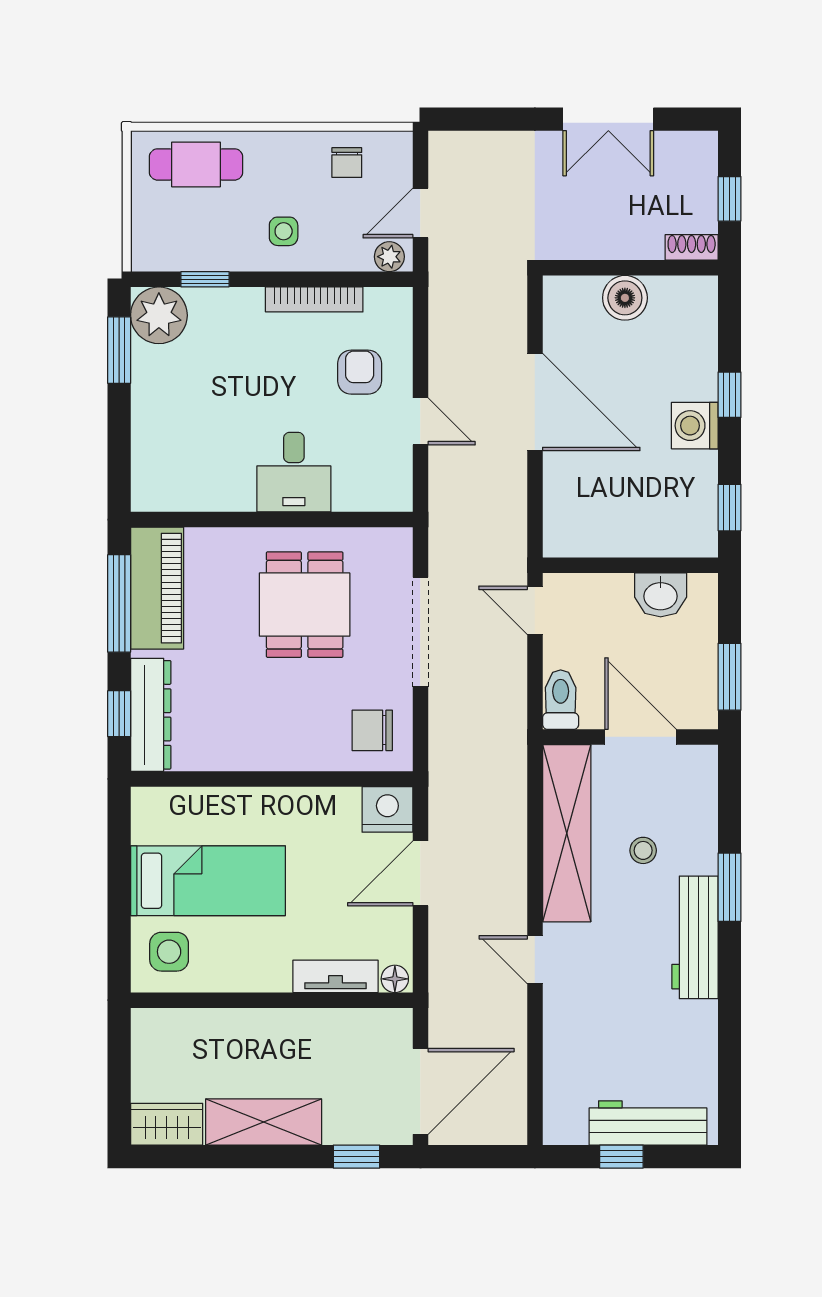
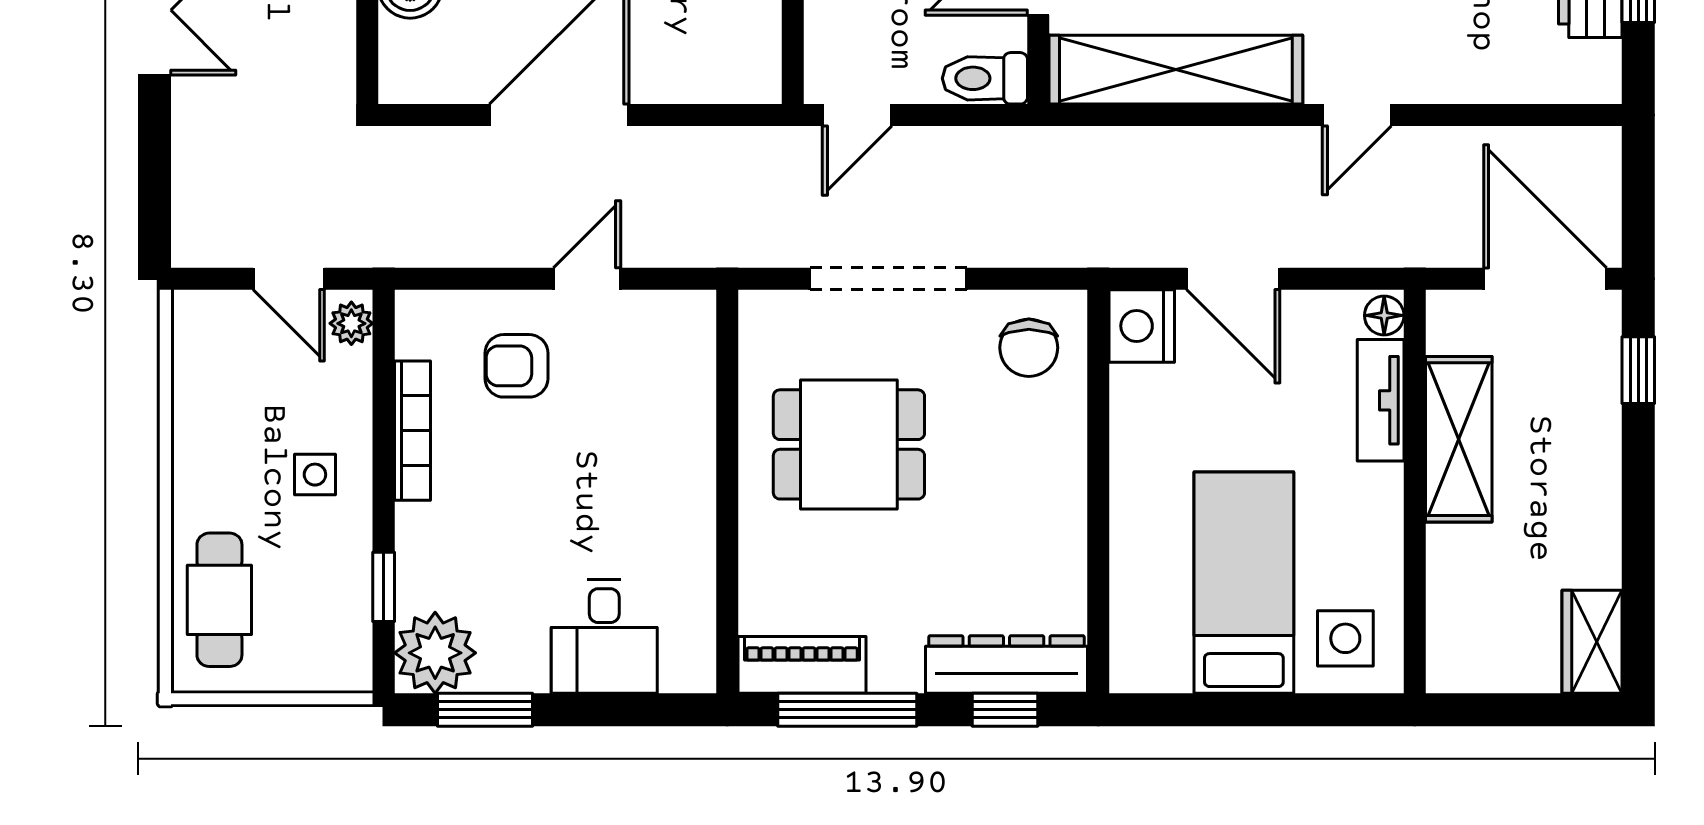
chair: (347, 163) -> (217, 384), removed
desk: (294, 472) -> (604, 636), moved, turned 90
piano: (157, 588) -> (802, 665), width x0.73, depth x0.75
shelving: (264, 1122) -> (1459, 439), moved

